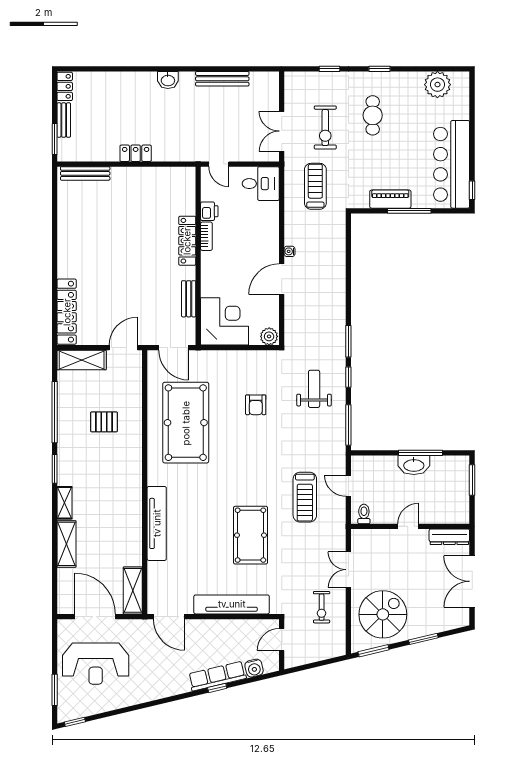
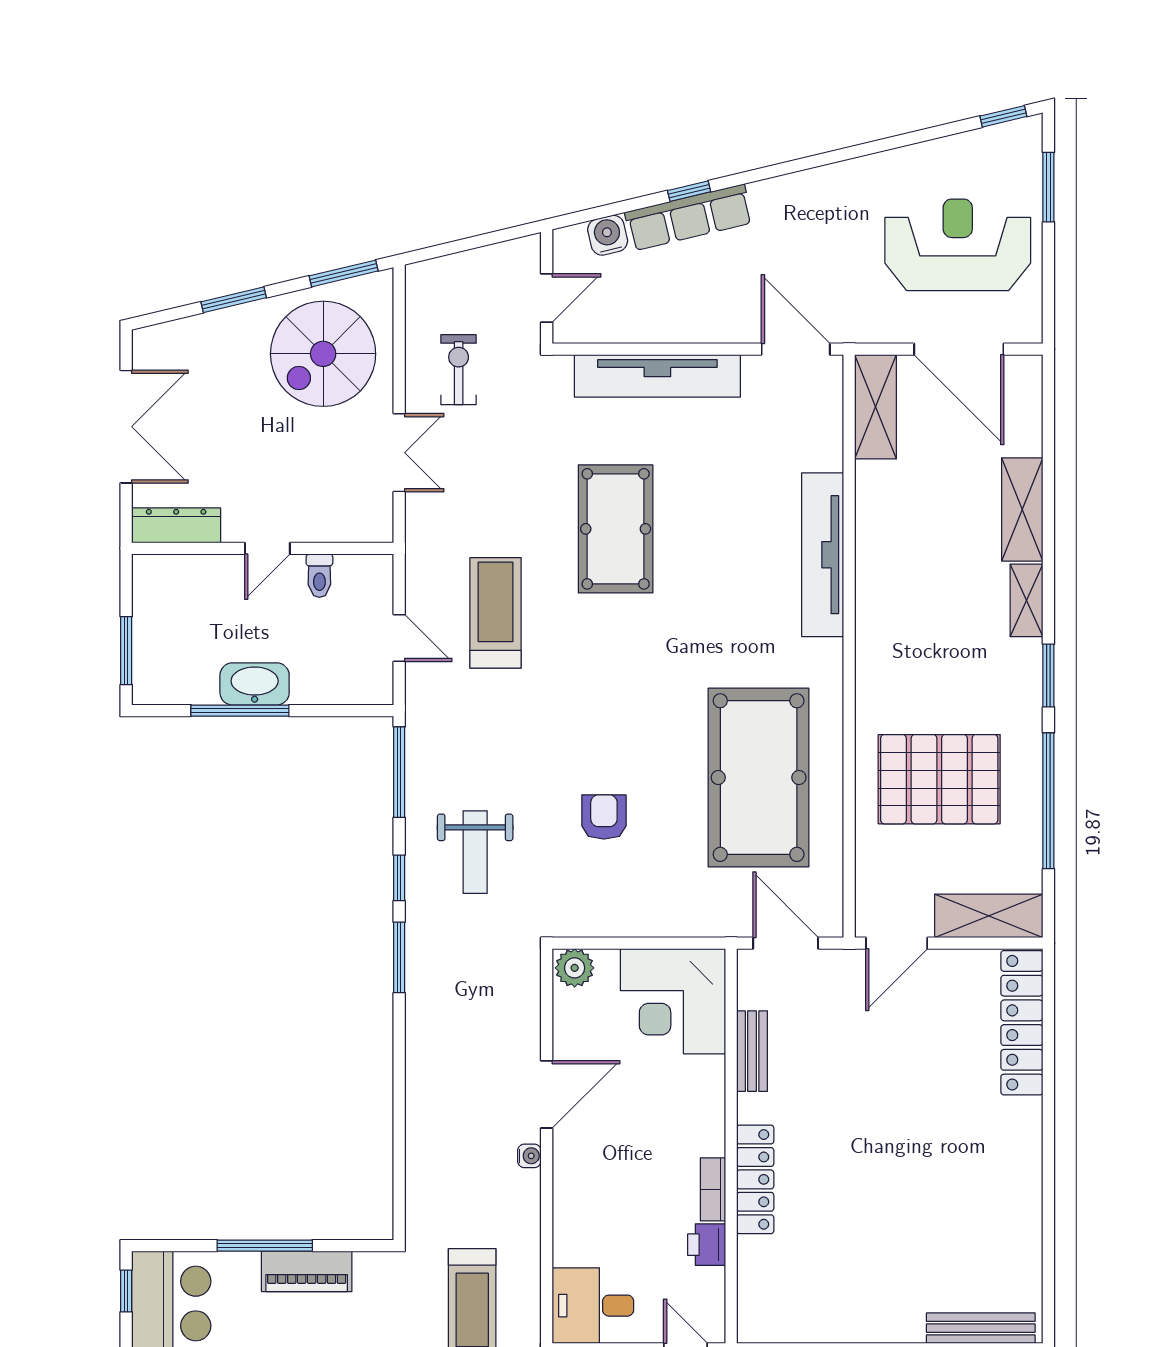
pallet: (104, 422) -> (939, 779), width x2.05, depth x2.00
toilet: (364, 514) -> (319, 576), moved

